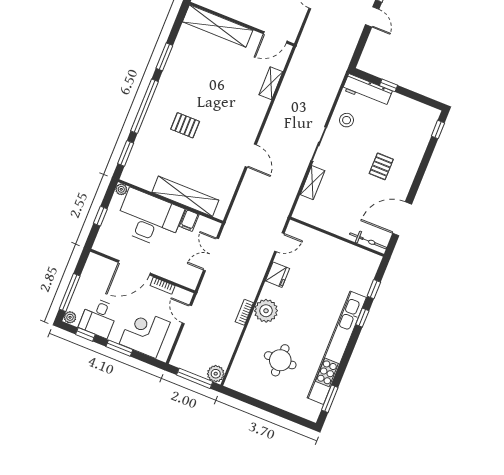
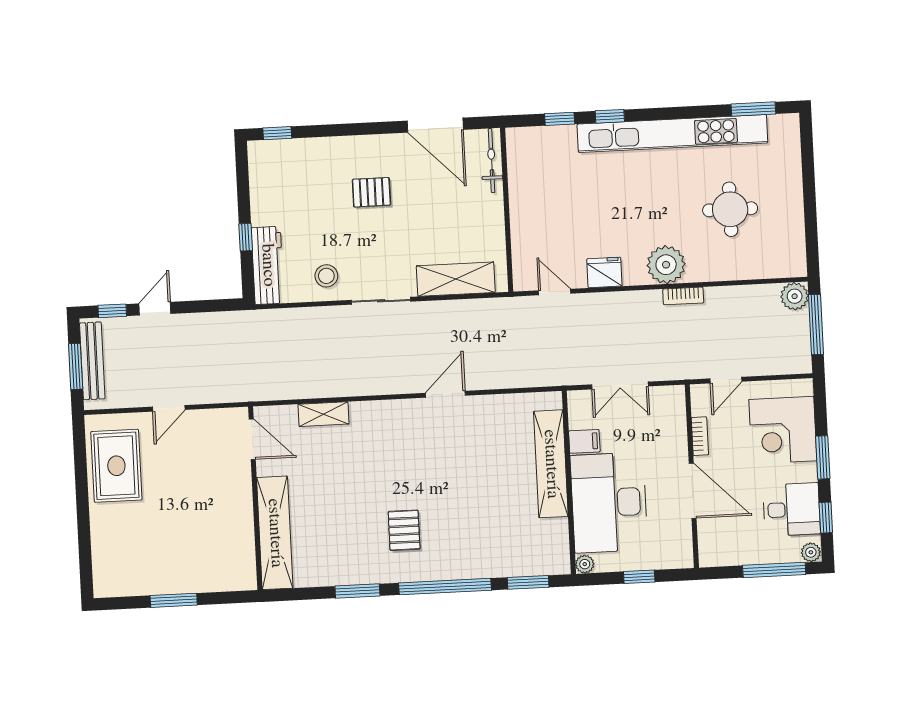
pallet: (185, 125) -> (404, 530), moved
shelving: (312, 183) -> (456, 279), width x1.50, depth x1.33

